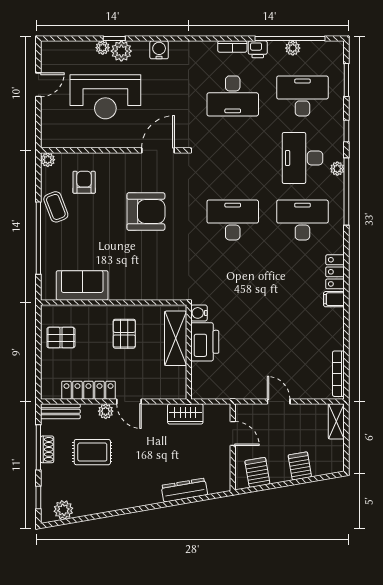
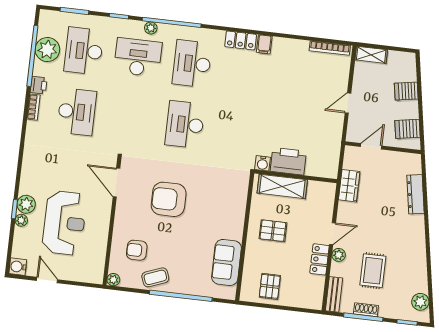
plant: (293, 48) -> (47, 50), width x1.87, depth x1.87
water cooler: (159, 50) -> (18, 267), moved
desk: (302, 158) -> (138, 57), turned 180
armchair: (146, 211) -> (169, 199), turned -90
locker: (88, 390) -> (320, 259), width x0.66

